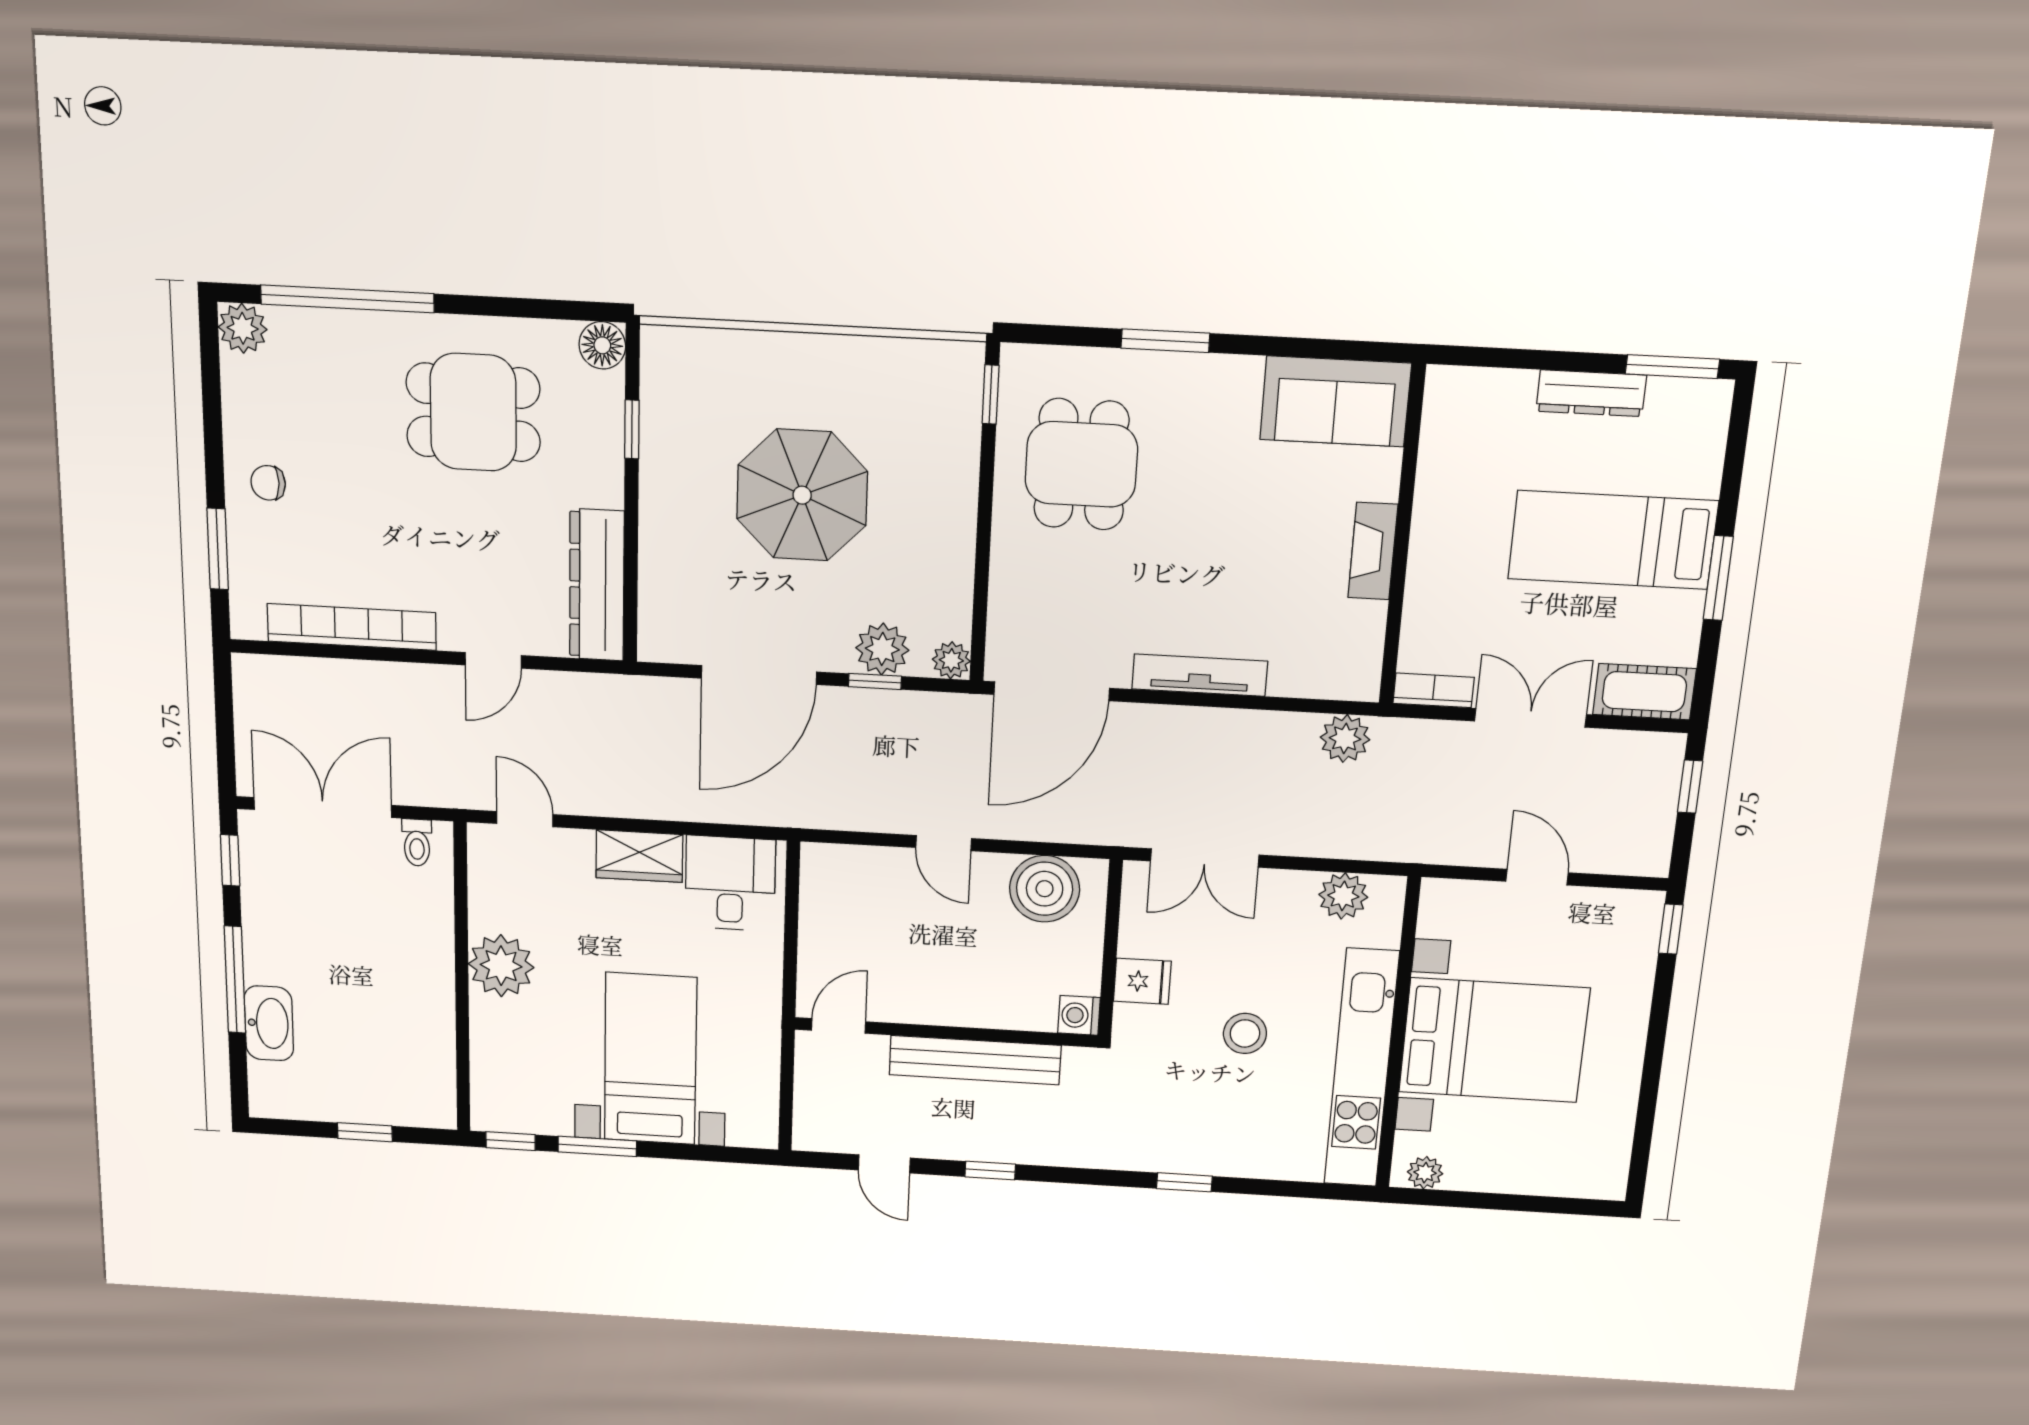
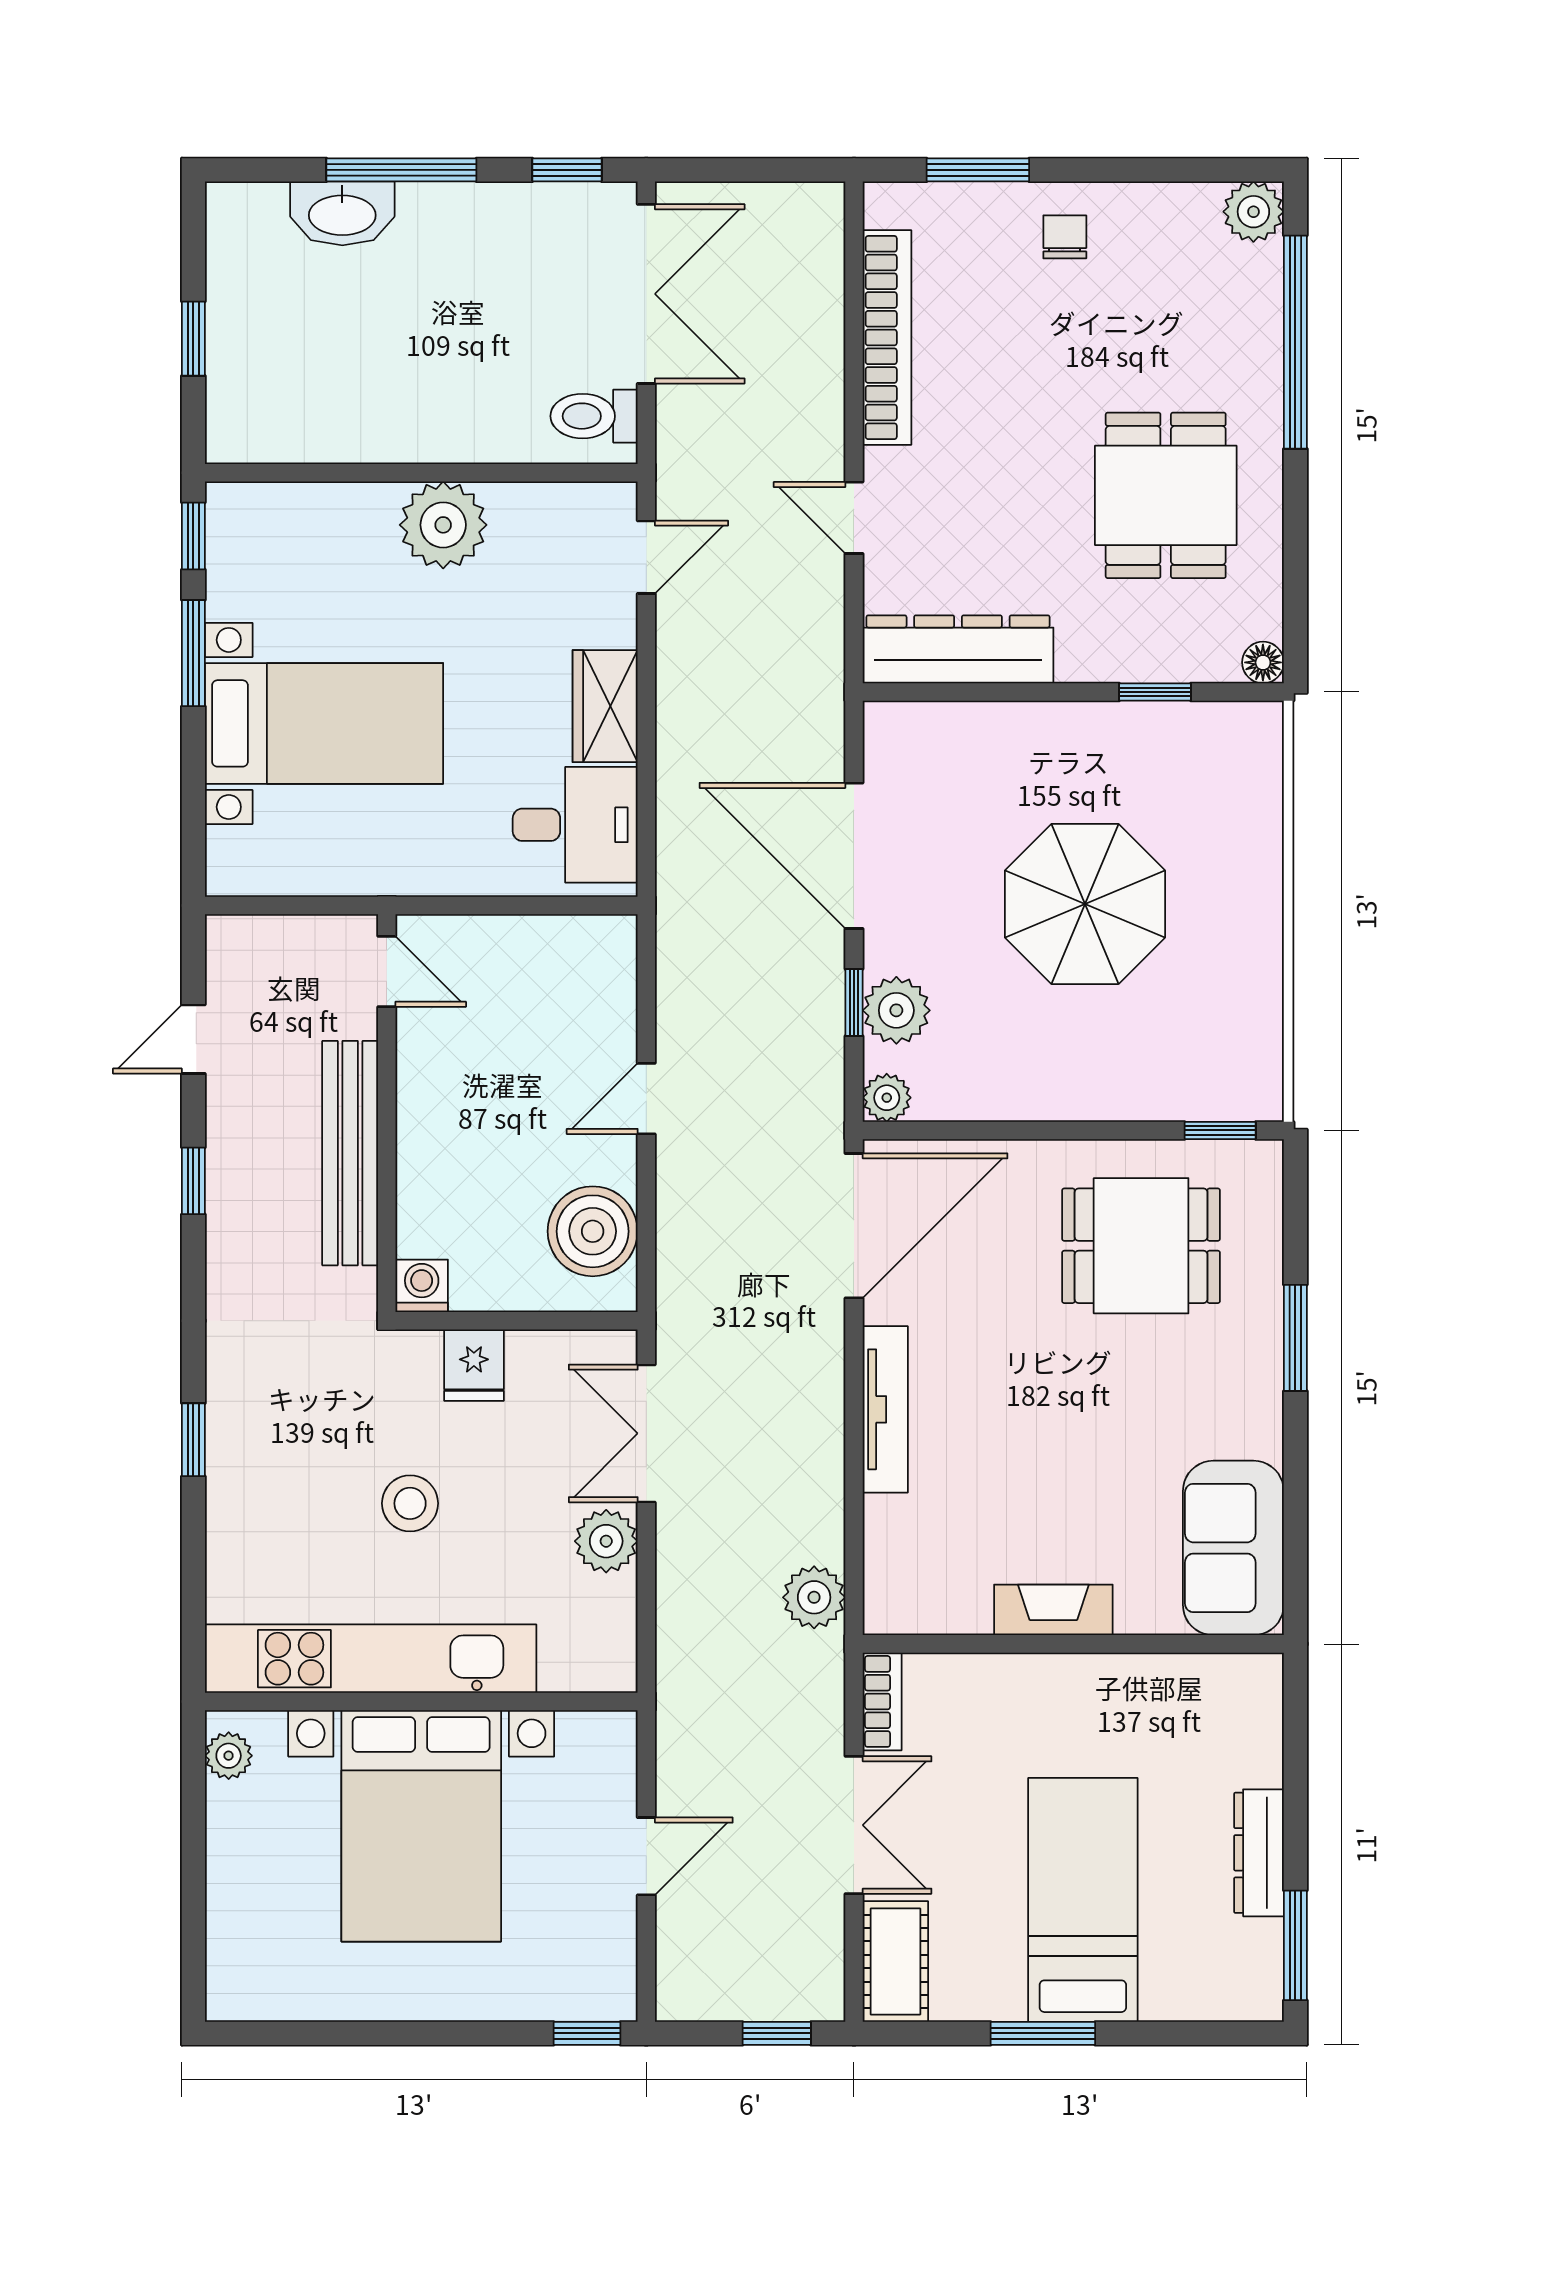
floor lamp: (602, 345) -> (1263, 662), width x0.73, depth x0.73
door: (1052, 691) -> (854, 1226), swing flipped
toilet: (417, 843) -> (594, 416), width x1.37, depth x1.39
plant: (1343, 896) -> (606, 1541), moved

